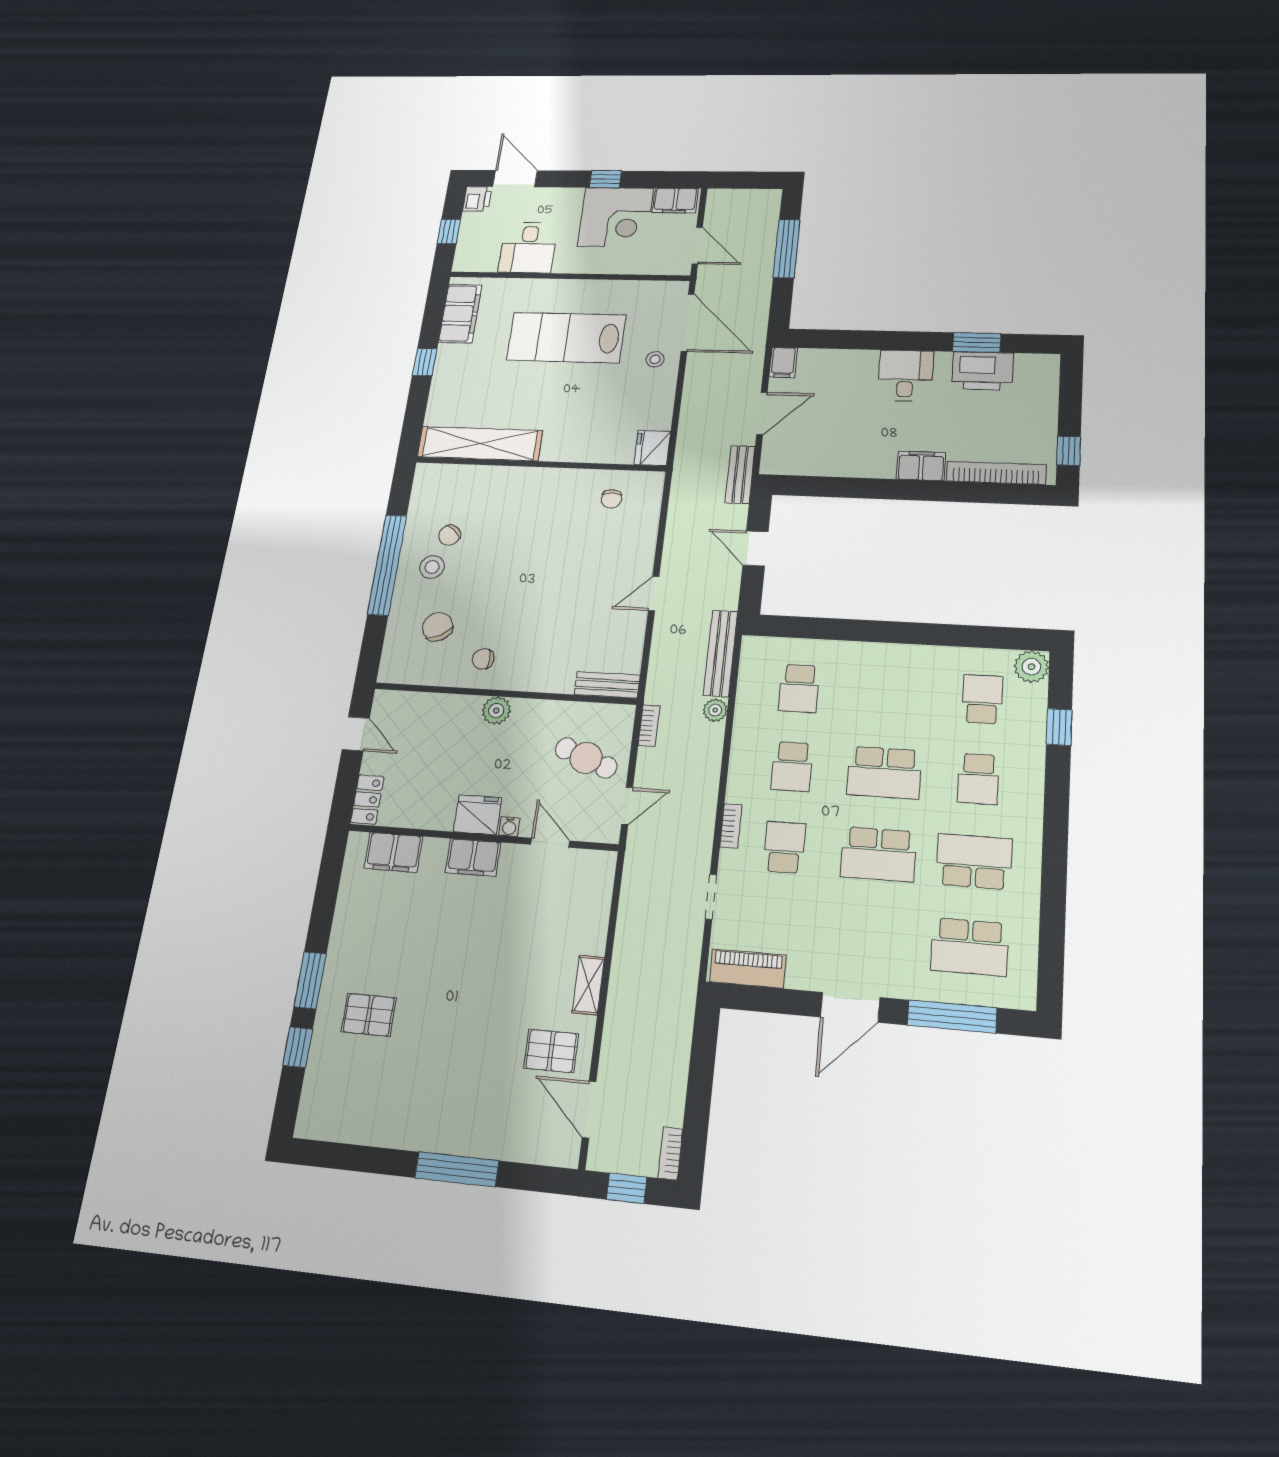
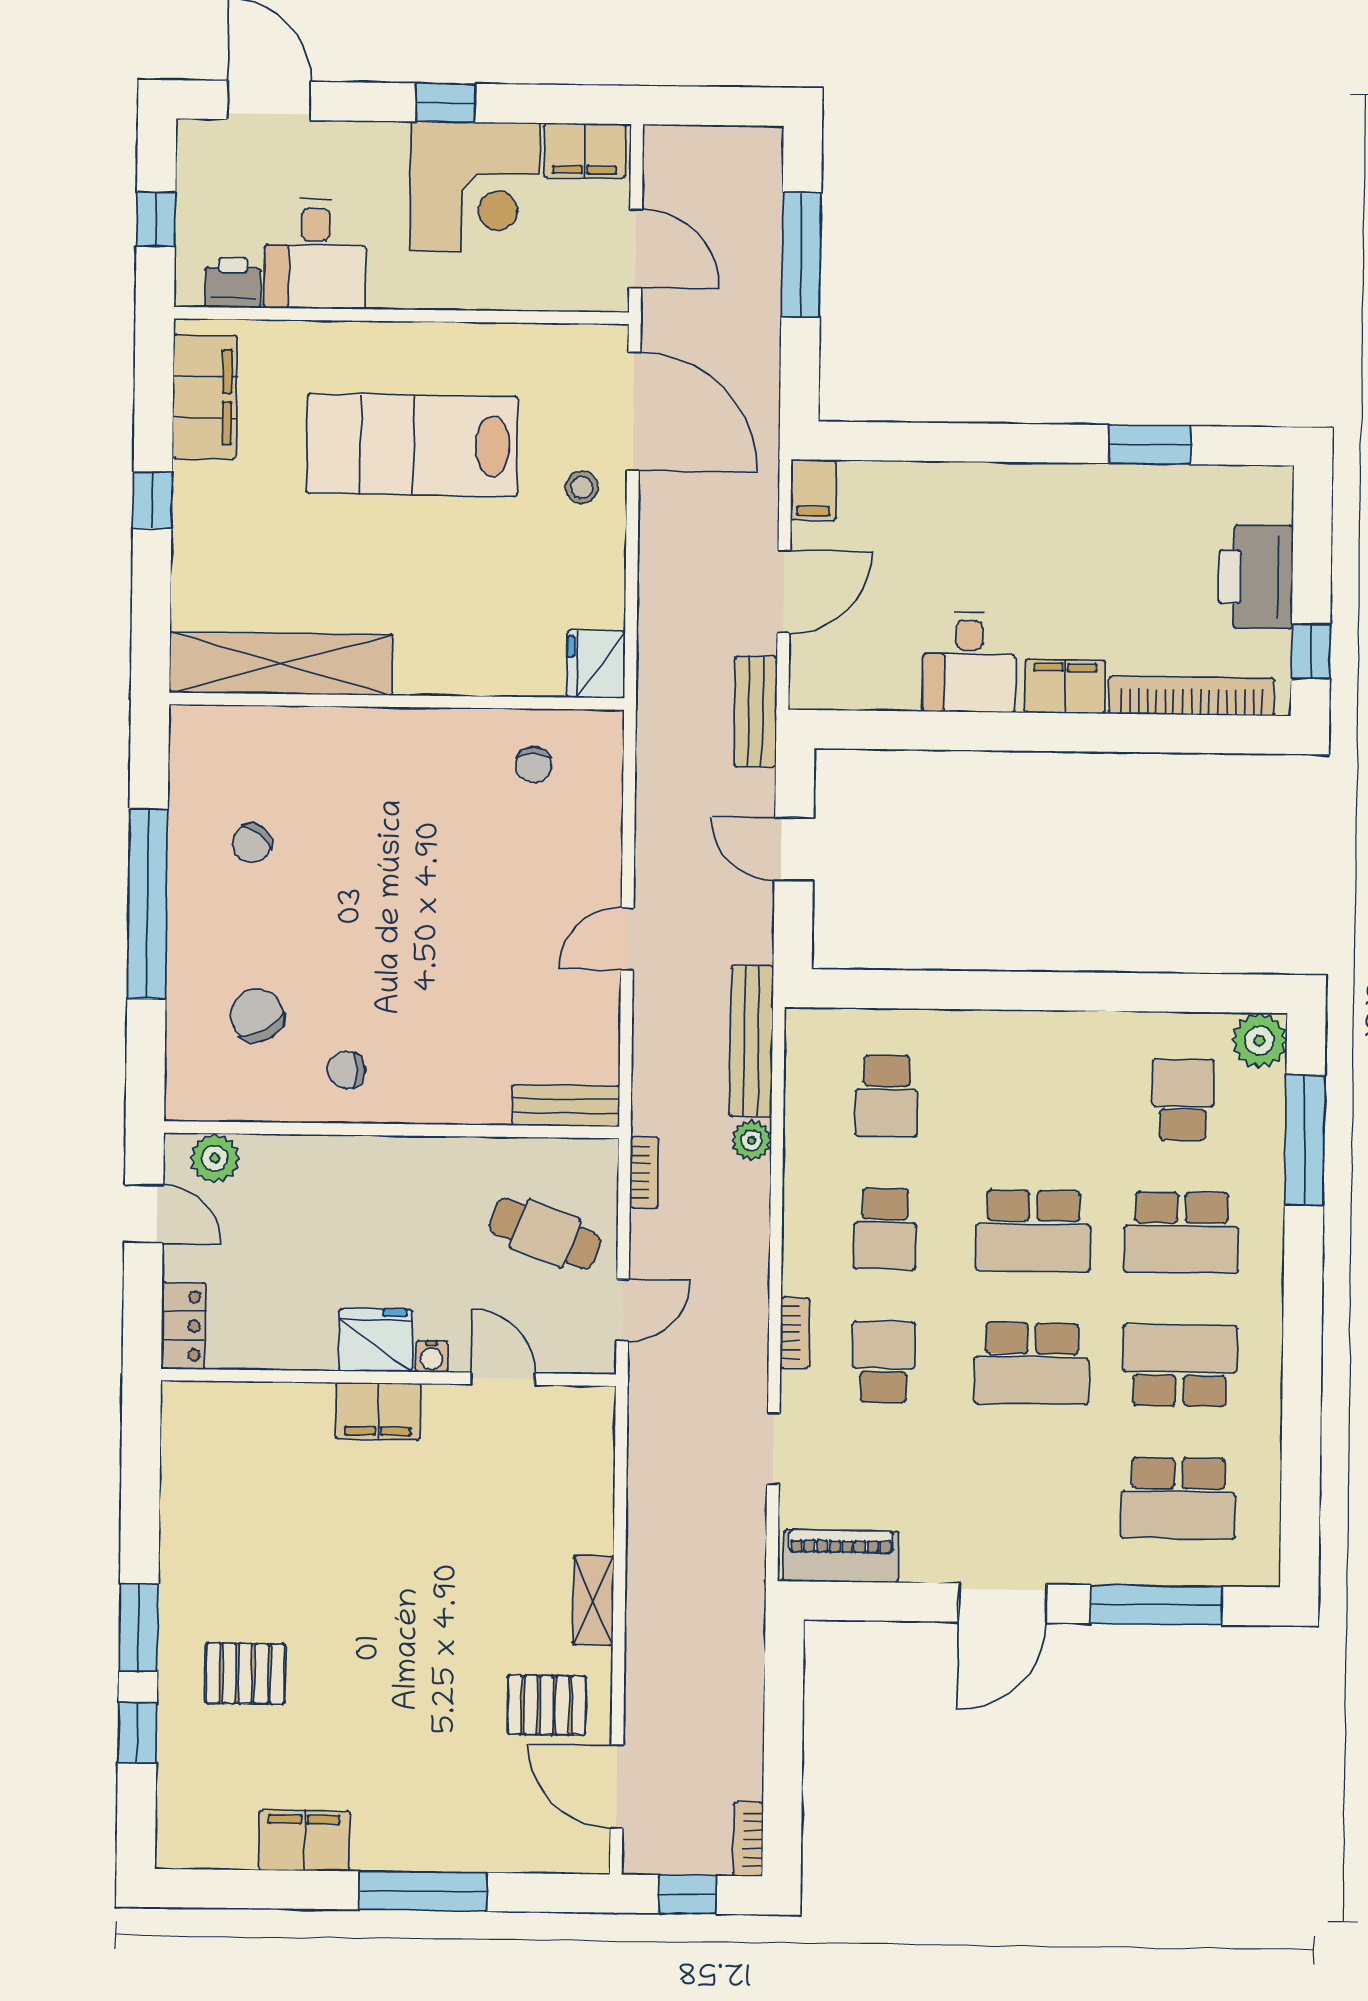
printer: (477, 199) -> (233, 283), moved, turned -90
printer: (983, 371) -> (1256, 577), moved, turned 90
desk: (905, 376) -> (969, 662), moved, turned 180
stool: (432, 567) -> (230, 905), removed
plant: (496, 711) -> (215, 1158), moved
window: (1059, 727) -> (1305, 1140), width x2.17
school desk: (978, 779) -> (1181, 1232), width x1.85
filing cabinet: (393, 852) -> (304, 1841), moved, turned 180

